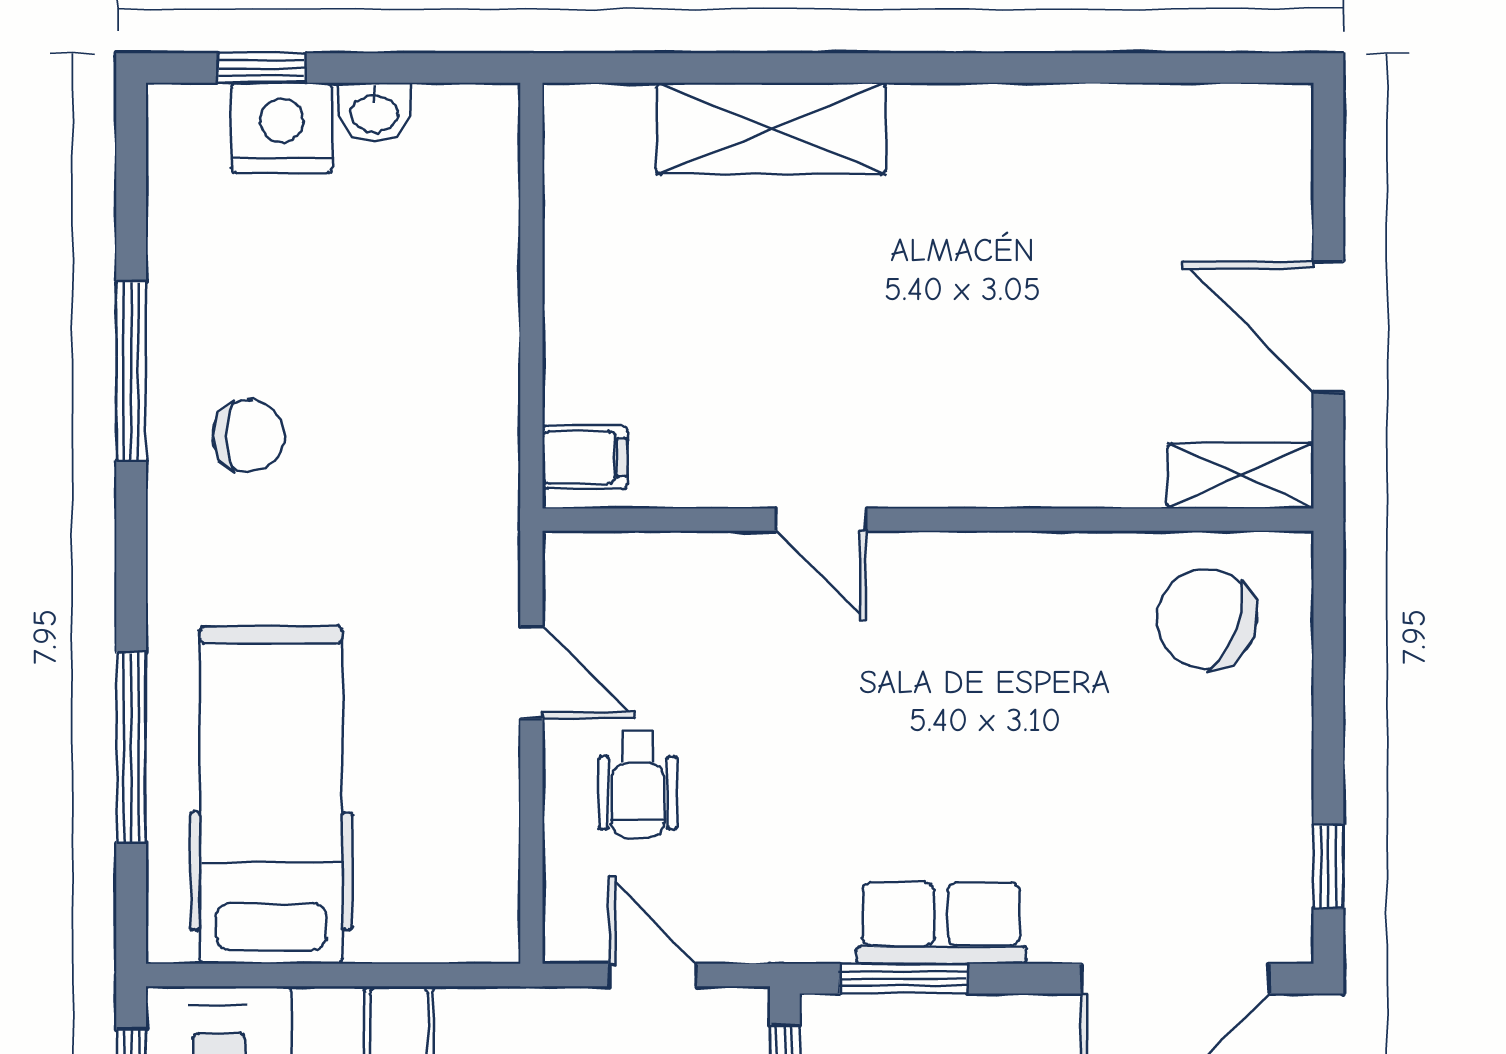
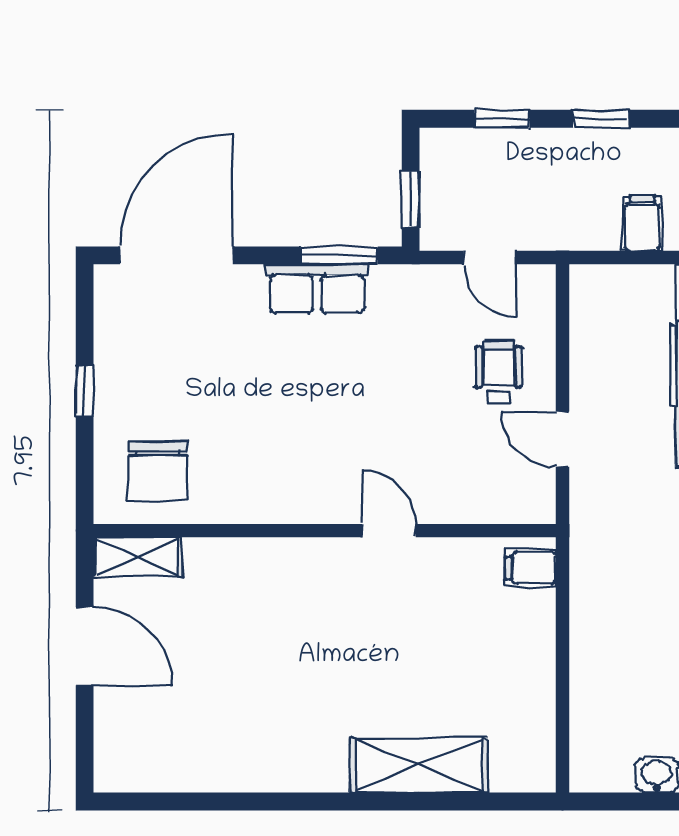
chair: (1207, 619) -> (158, 471), turned 70
window: (1328, 867) -> (85, 391), moved

